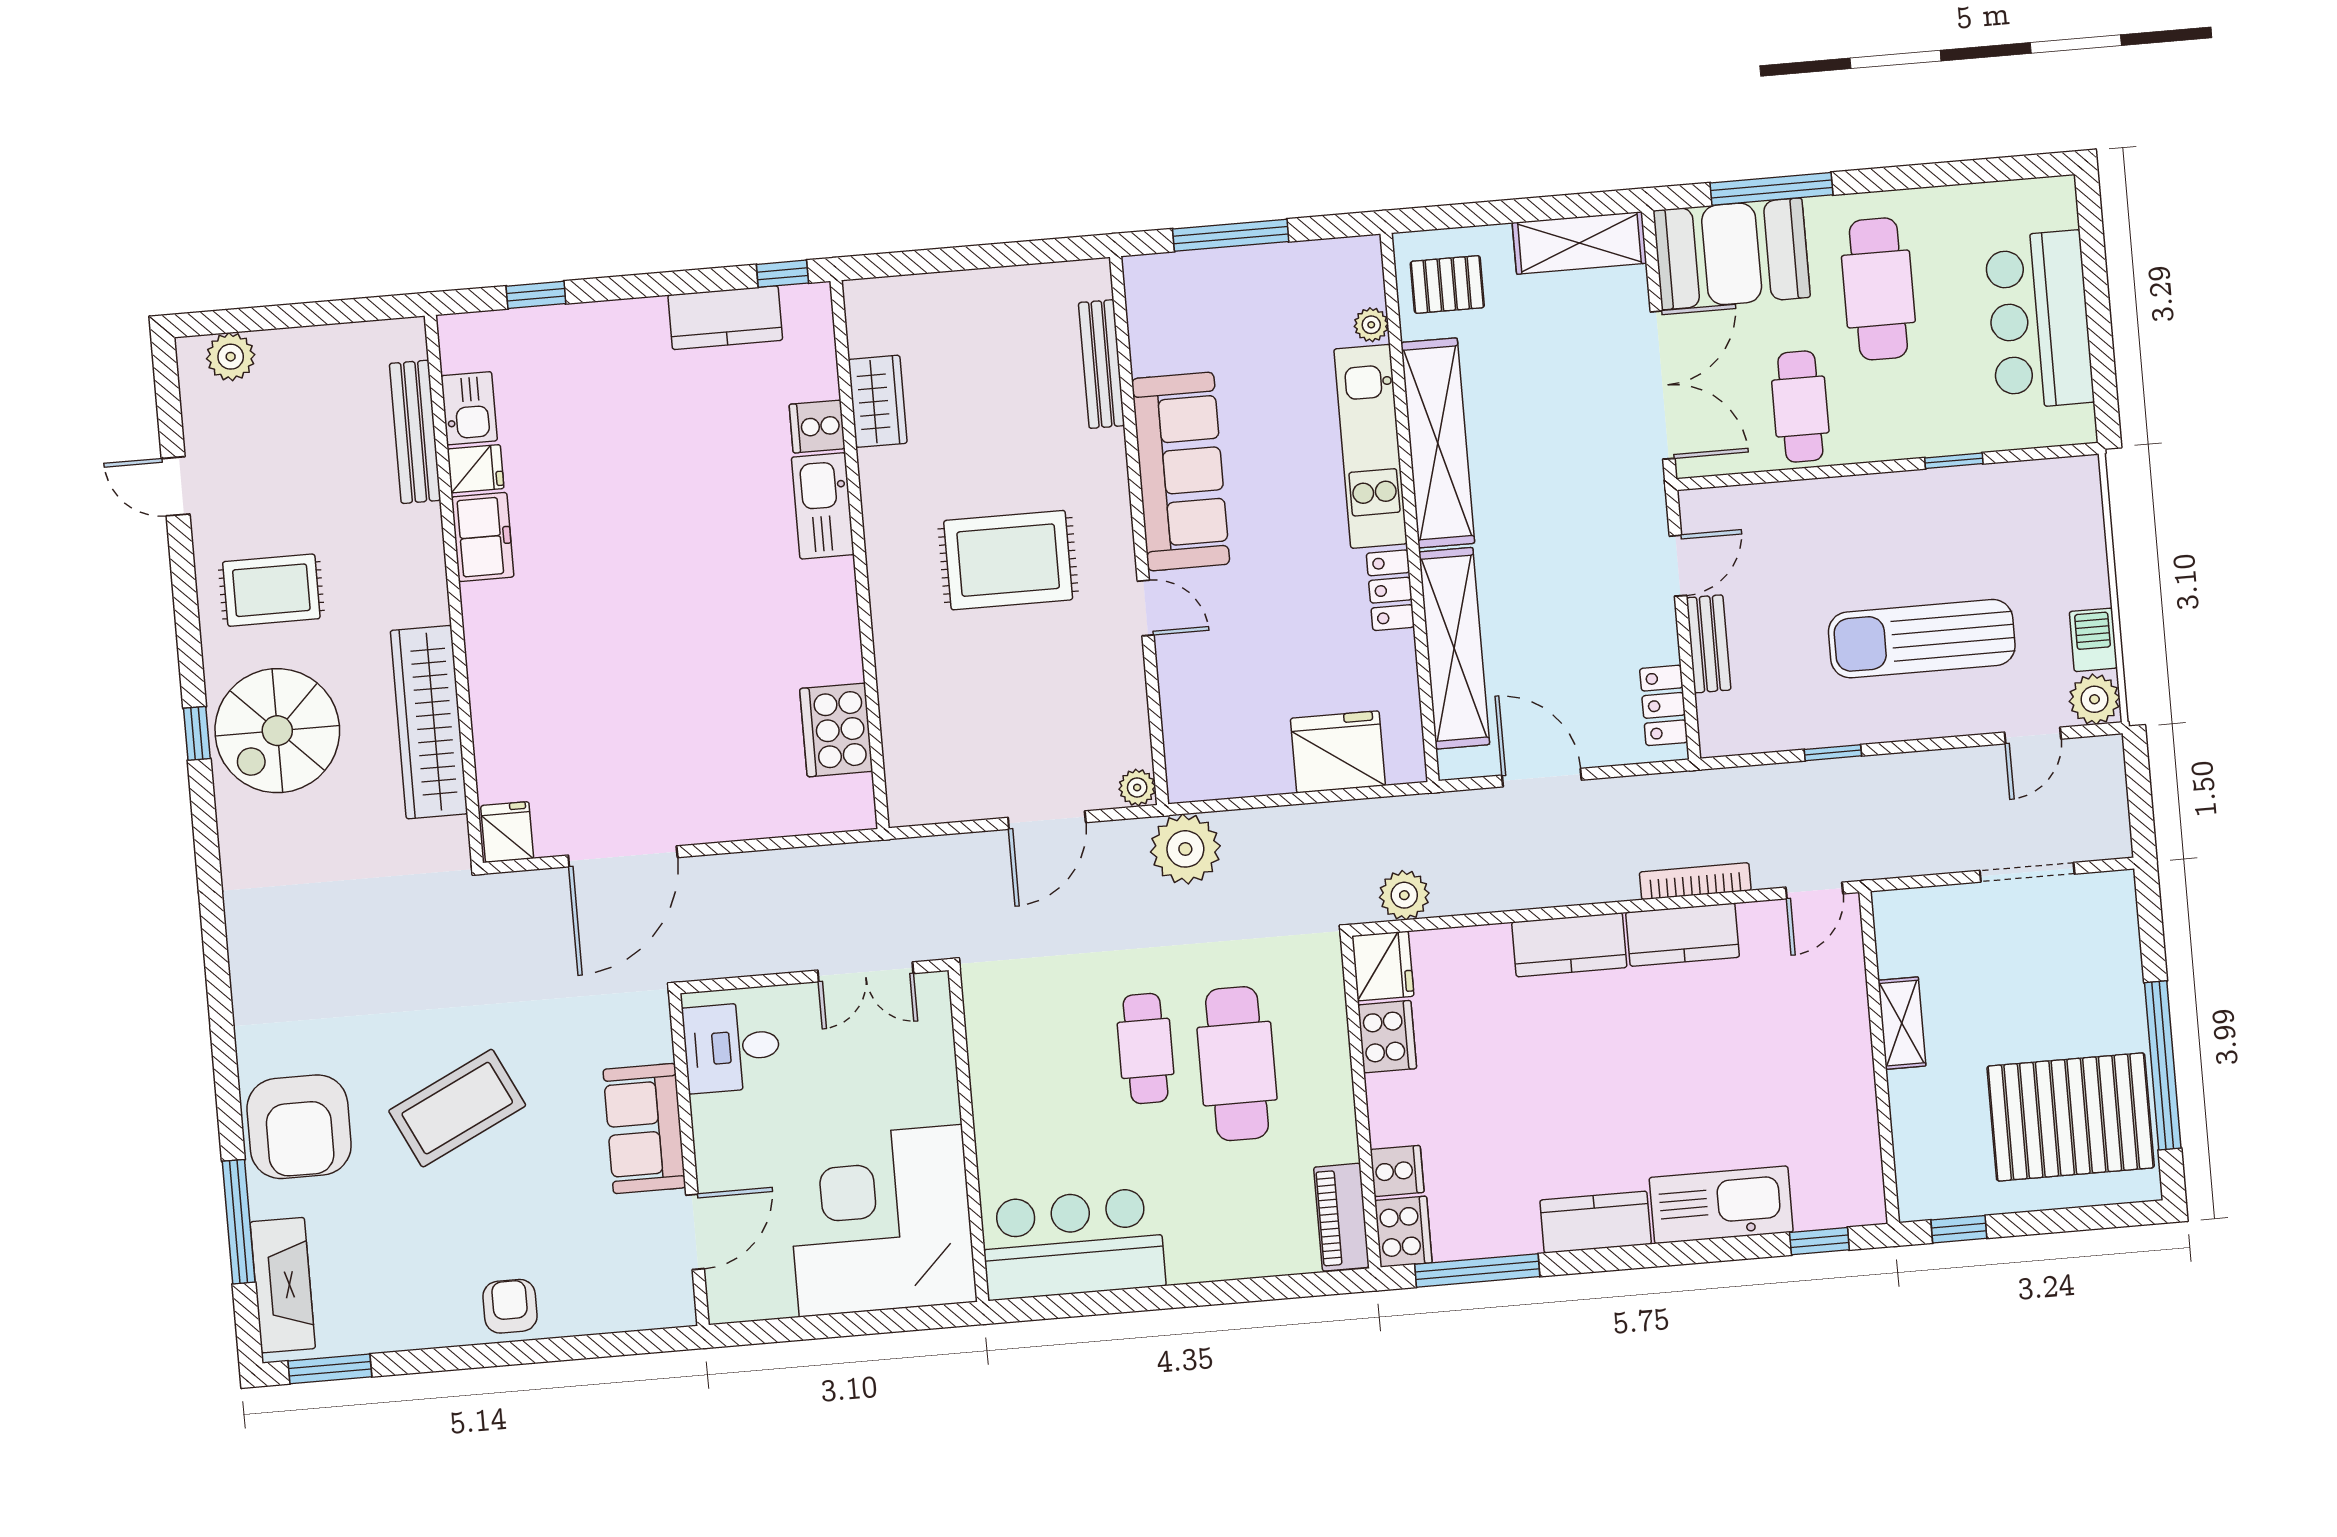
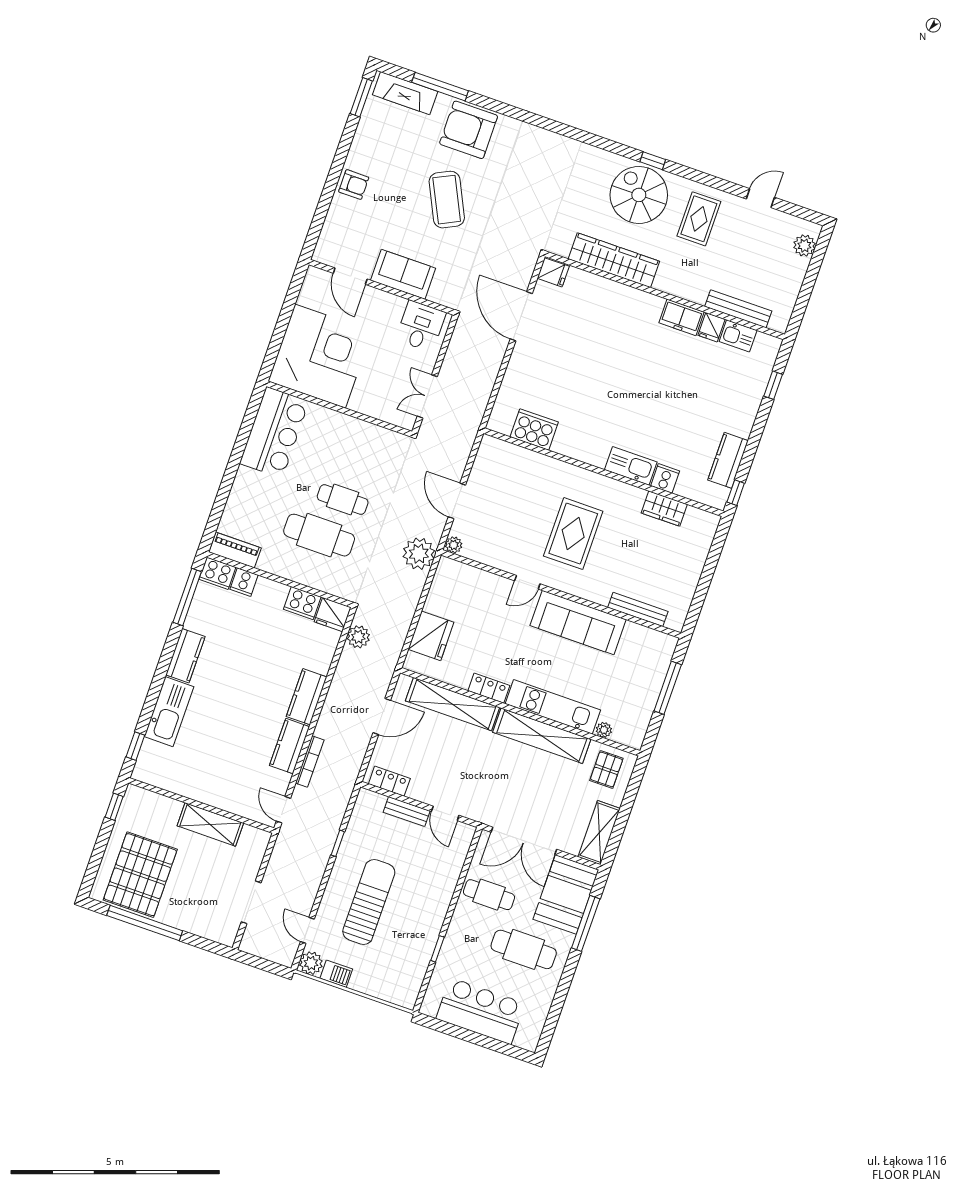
shelving: (1902, 1023) -> (210, 824), width x1.50, depth x1.33

